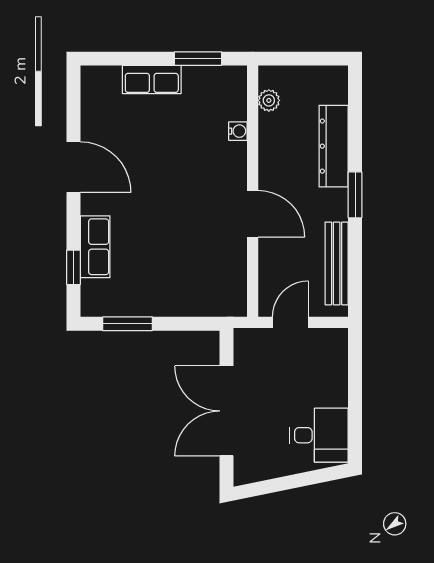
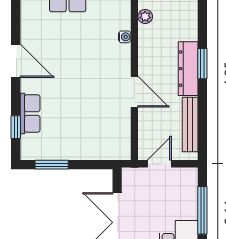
dresser: (334, 146) -> (188, 69), moved
window: (355, 195) -> (202, 64), moved
window: (355, 393) -> (202, 210), added

